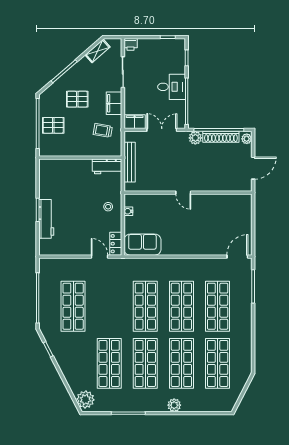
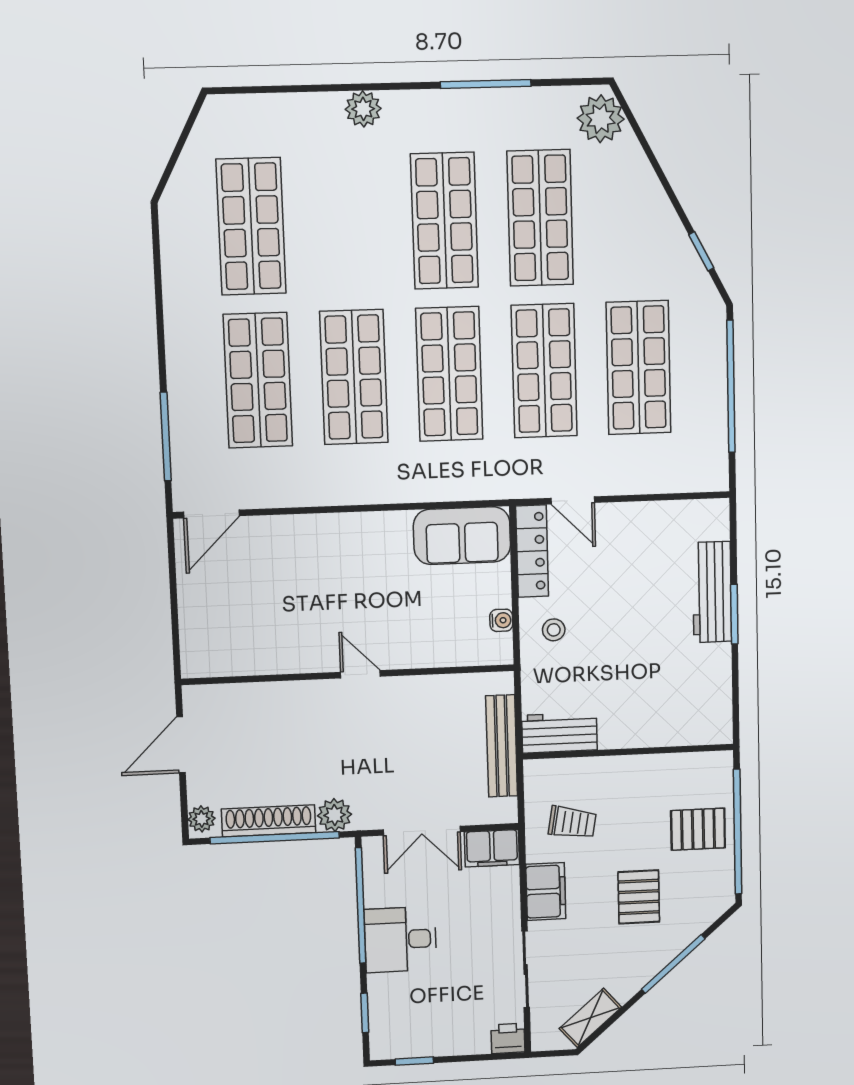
pallet: (77, 99) -> (639, 897), turned 90
locker: (116, 244) -> (532, 551), width x1.53
shop shelf: (181, 363) -> (544, 371), moved

